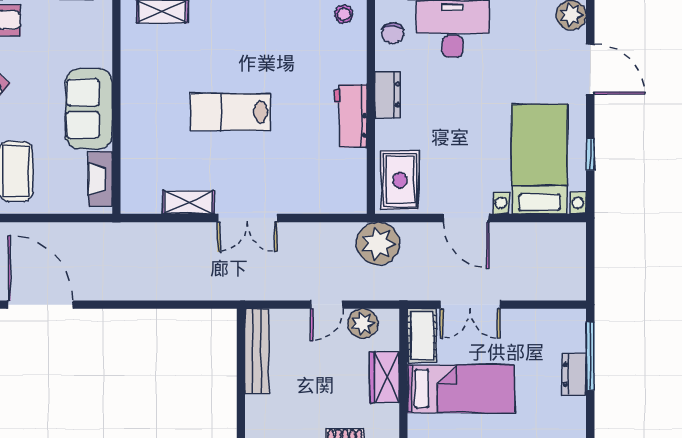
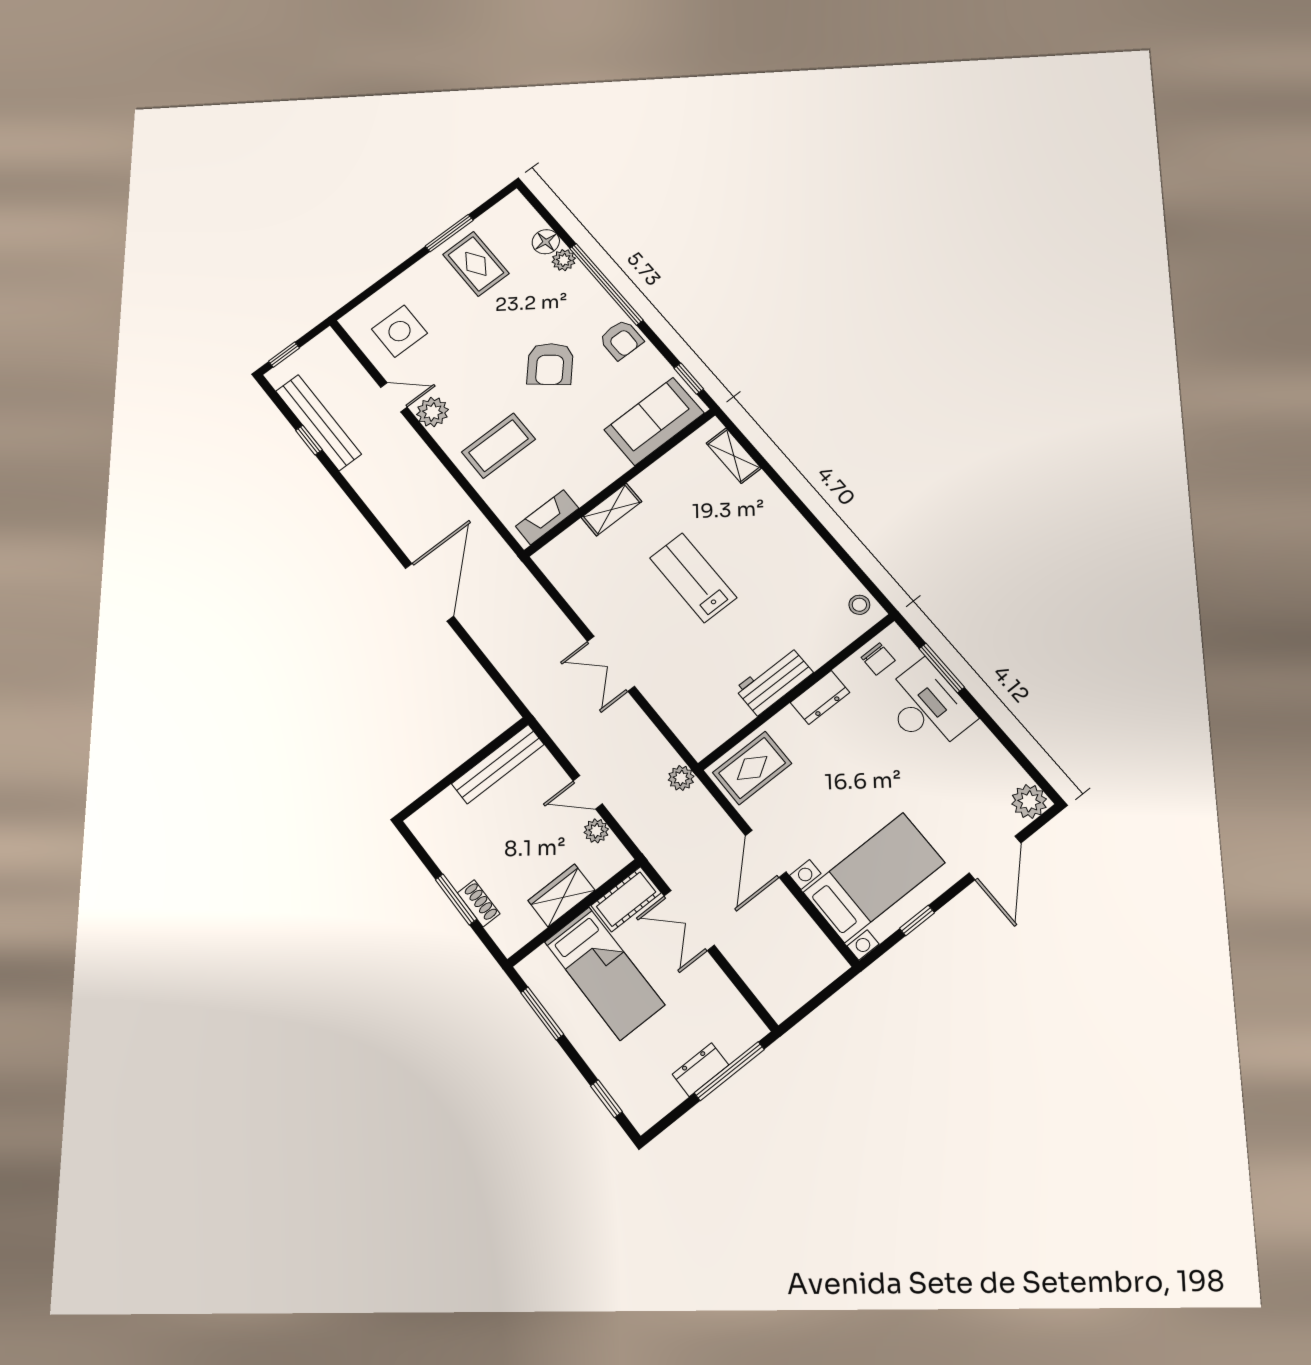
chair: (393, 33) -> (878, 659), turned -90
sofa: (89, 109) -> (654, 421), moved
shelving: (188, 202) -> (611, 509), moved, turned 90
plant: (378, 243) -> (681, 778), width x0.53, depth x0.53
door: (40, 305) -> (429, 592), moved
plant: (363, 324) -> (596, 831), width x0.73, depth x0.73

